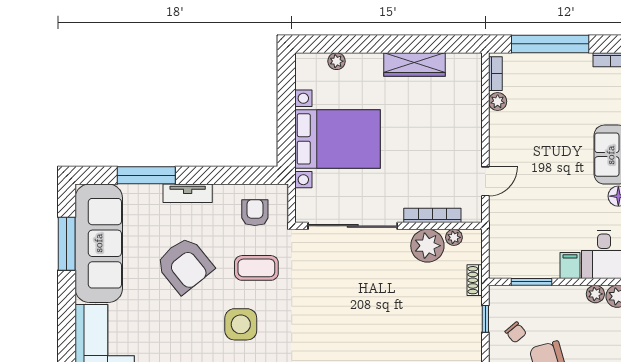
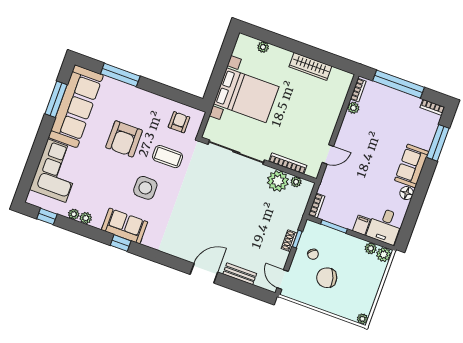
tv unit: (188, 193) -> (142, 95), removed
bookcase: (496, 261) -> (317, 206), added
armchair: (185, 265) -> (124, 139), turned 39
shoe rack: (475, 280) -> (289, 241), moved

